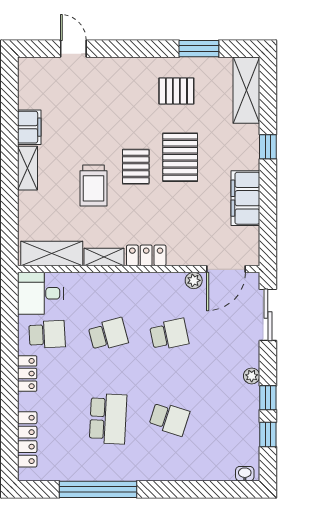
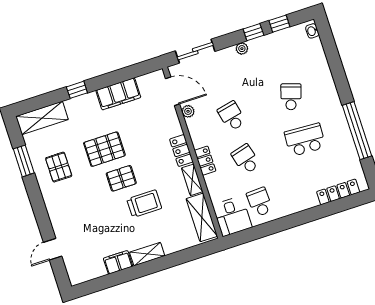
locker: (27, 374) -> (205, 161), moved, turned 90

